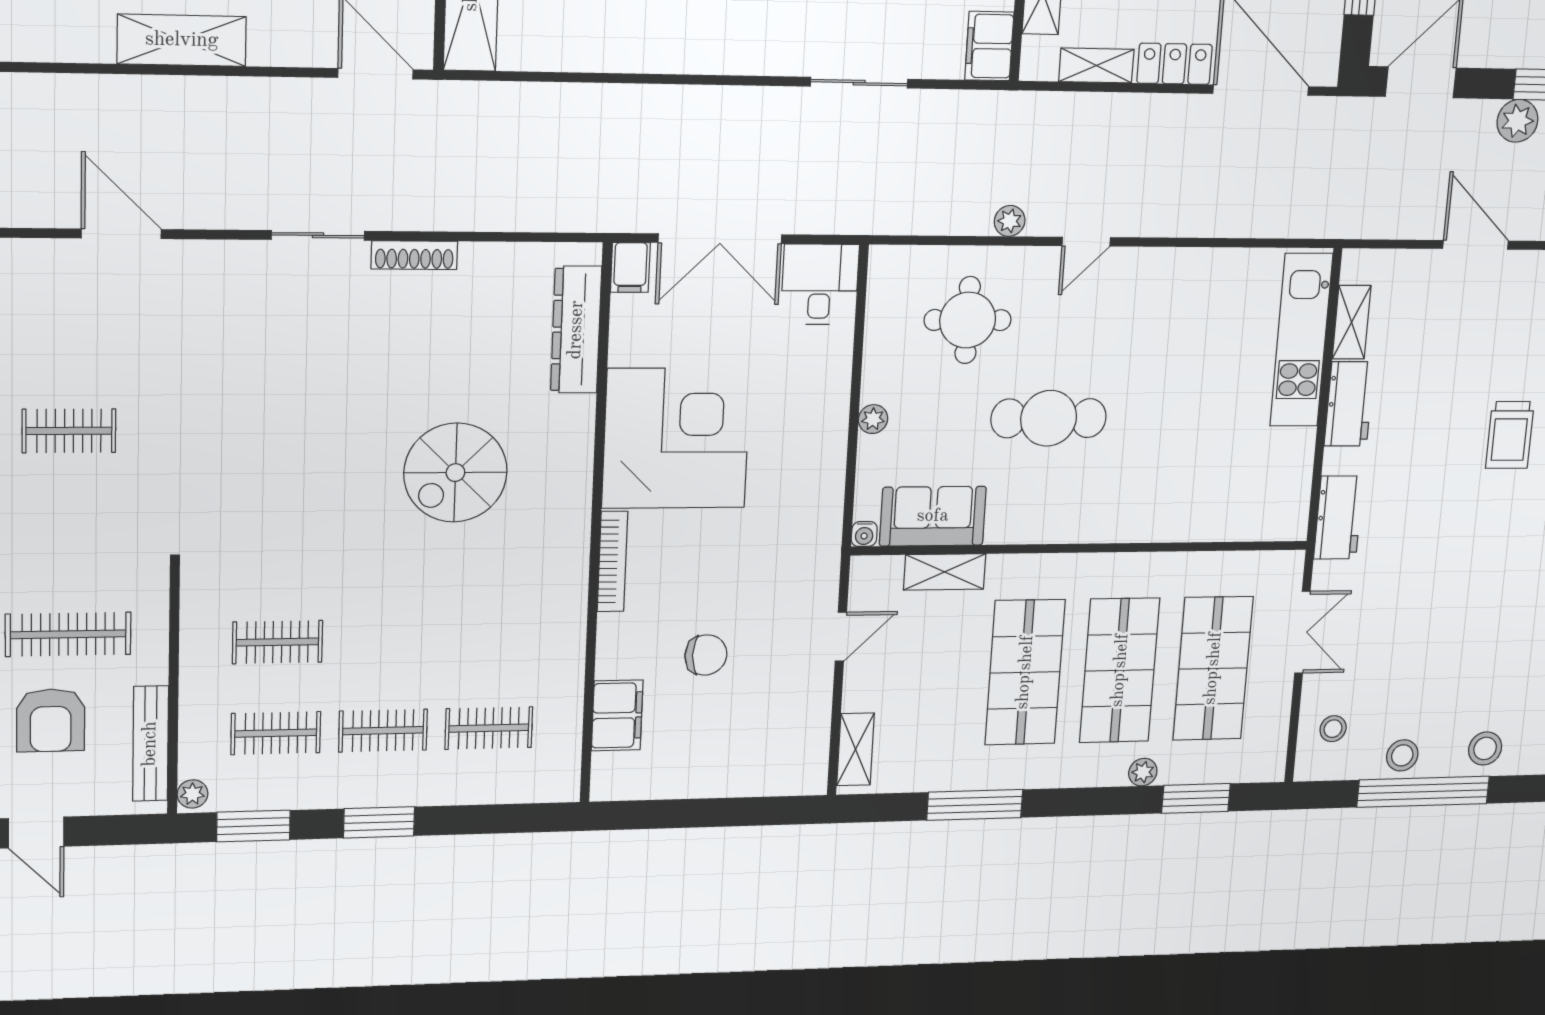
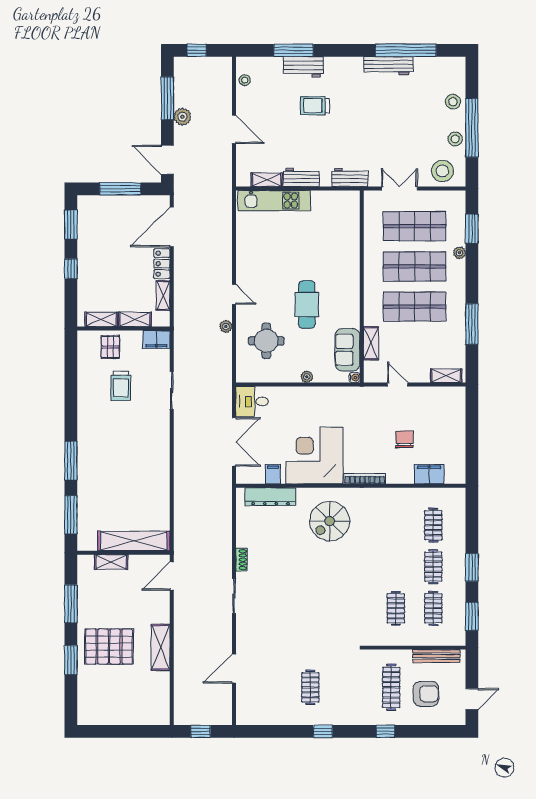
door: (1475, 245) -> (234, 129), swing flipped
shoe rack: (414, 255) -> (241, 560), width x0.70
filing cabinet: (630, 268) -> (273, 474), moved, turned -90
trolley: (1510, 435) -> (315, 106), turned 180
spiral stairs: (455, 473) -> (330, 521), moved, turned 90
stool: (1333, 729) -> (442, 171), width x1.89, depth x1.89
plant: (192, 794) -> (458, 640), removed

